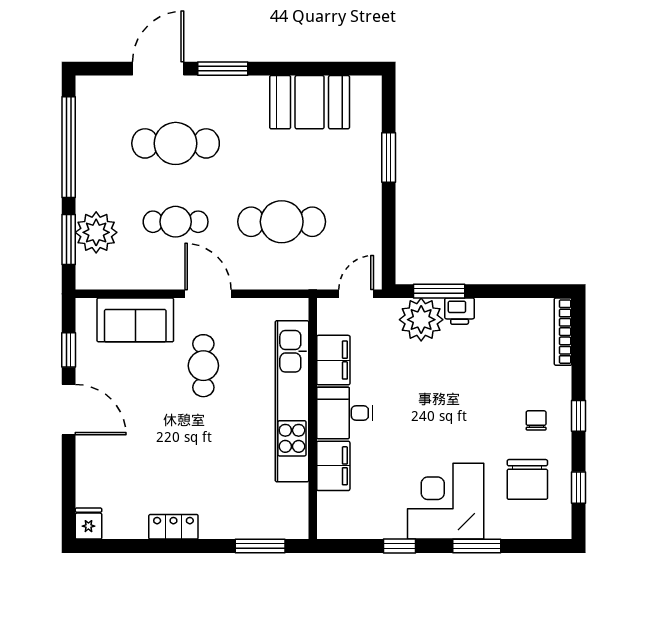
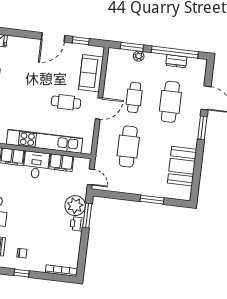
dresser: (87, 141) -> (176, 61), added
plant: (96, 232) -> (139, 56), width x0.53, depth x0.53

